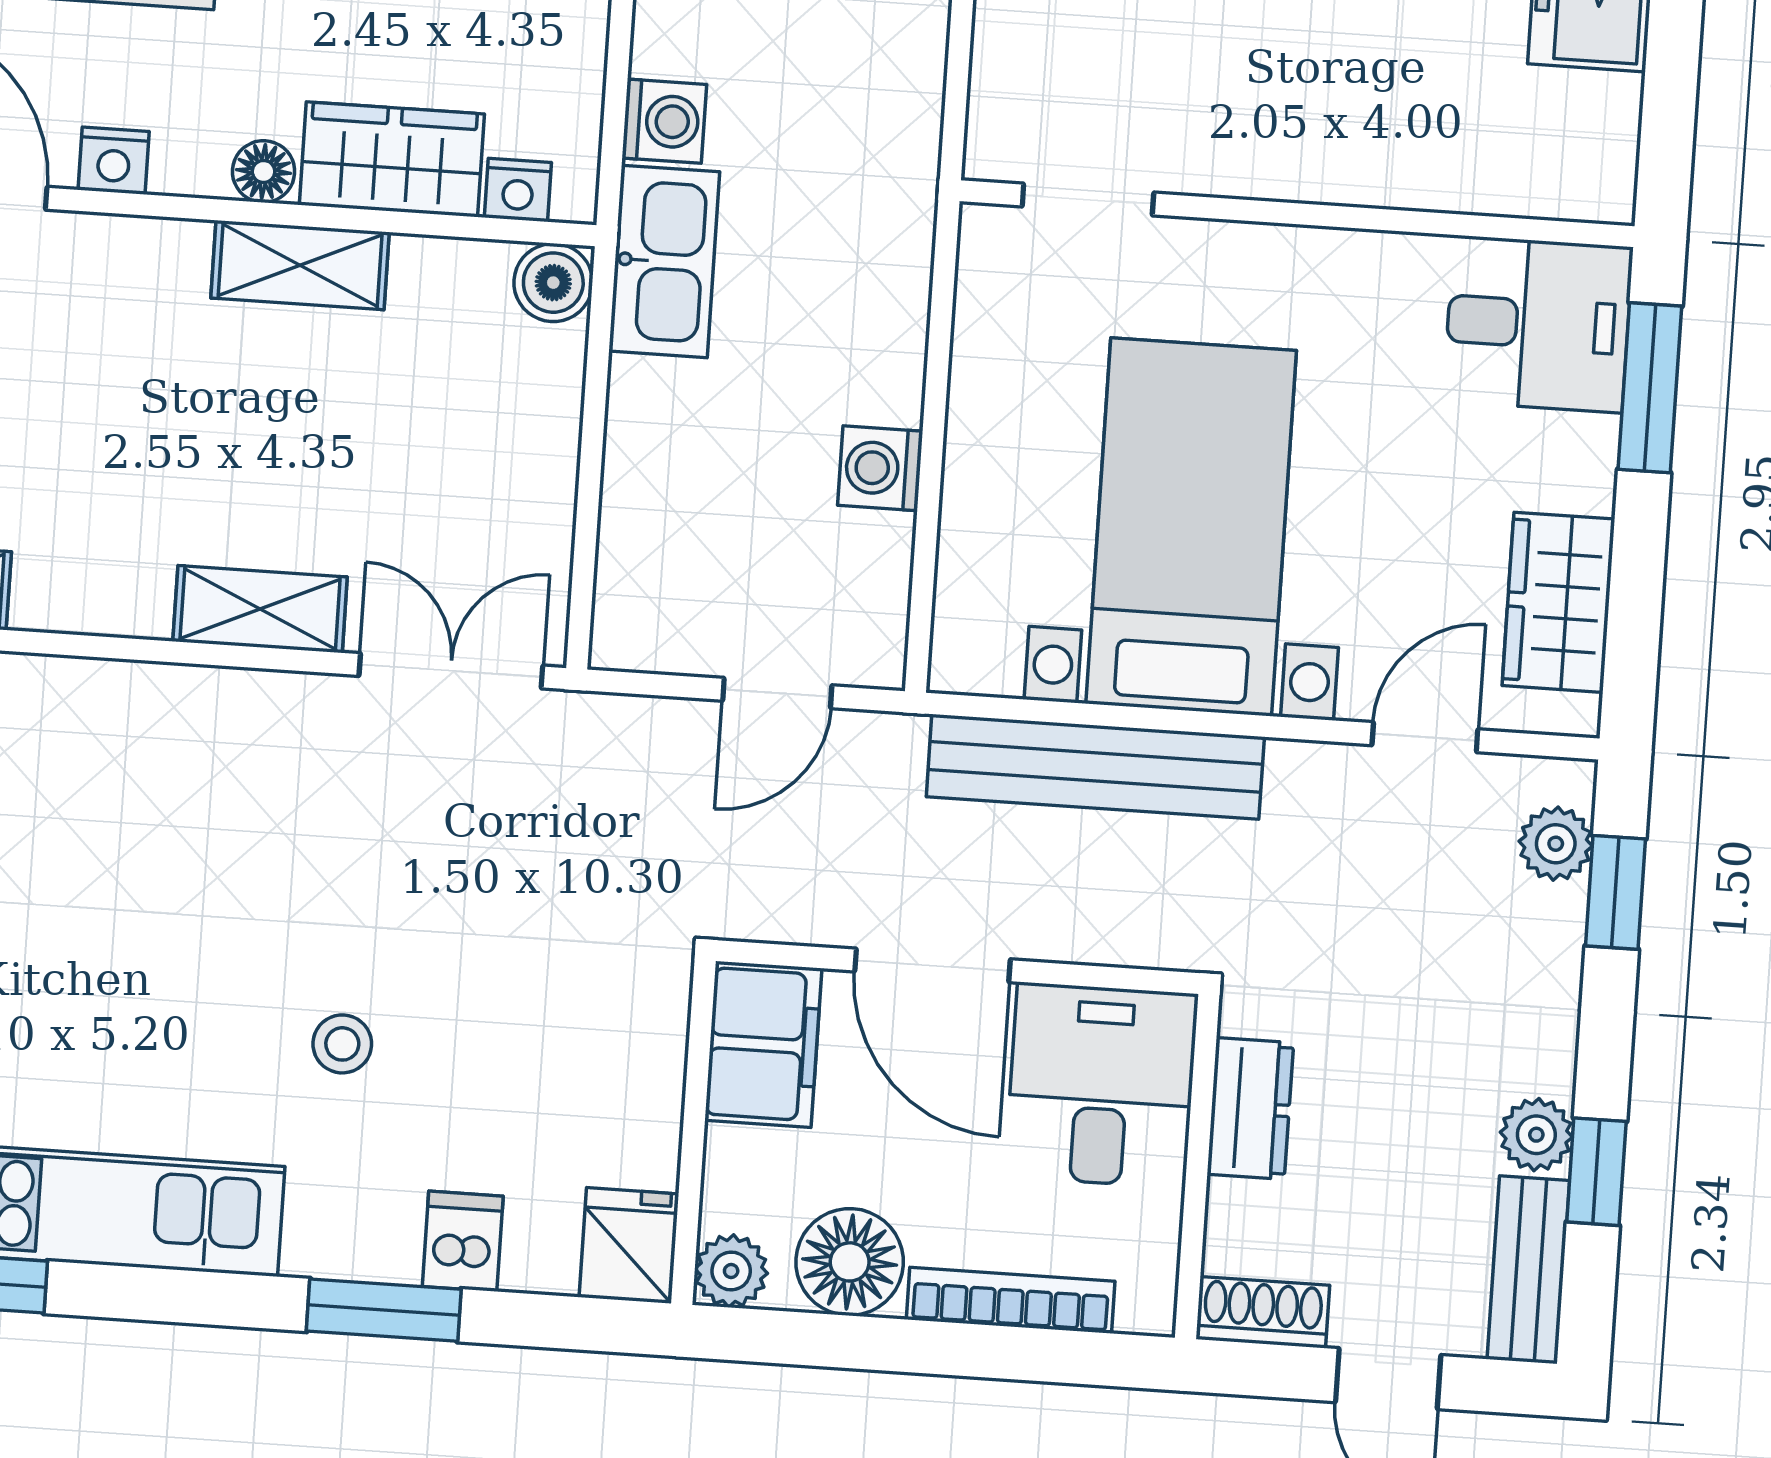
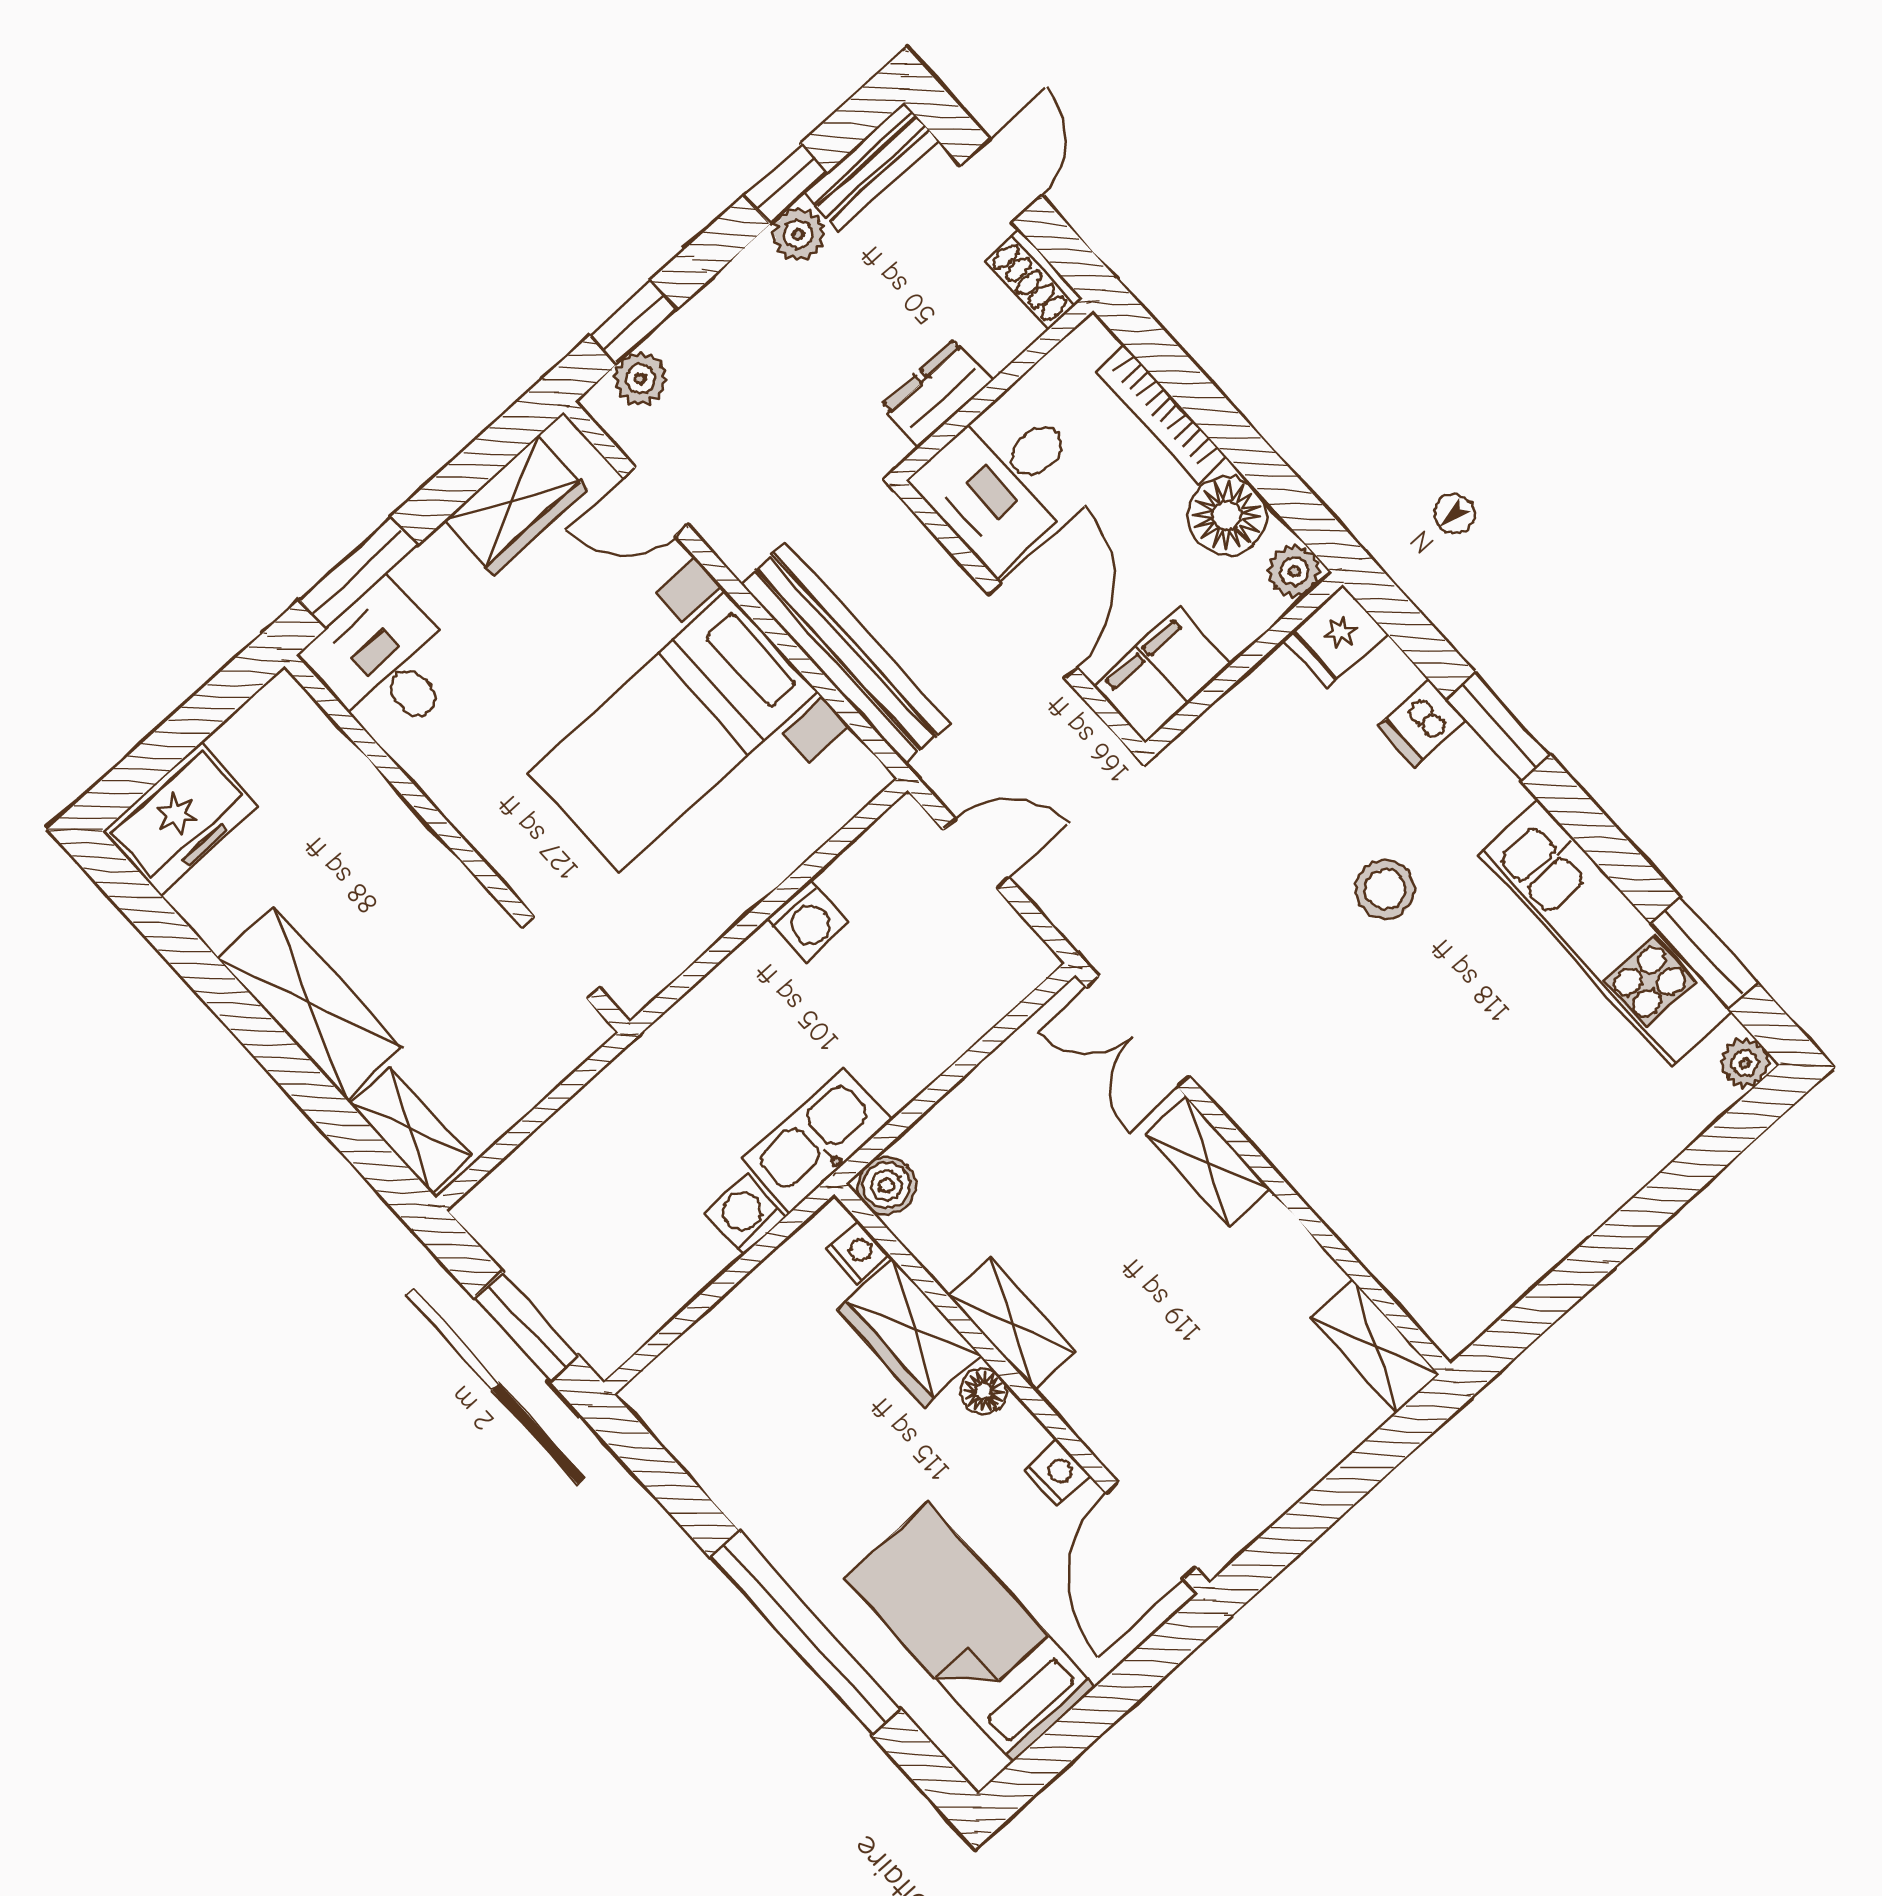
stool: (342, 1044) -> (1385, 889), width x1.37, depth x1.37

